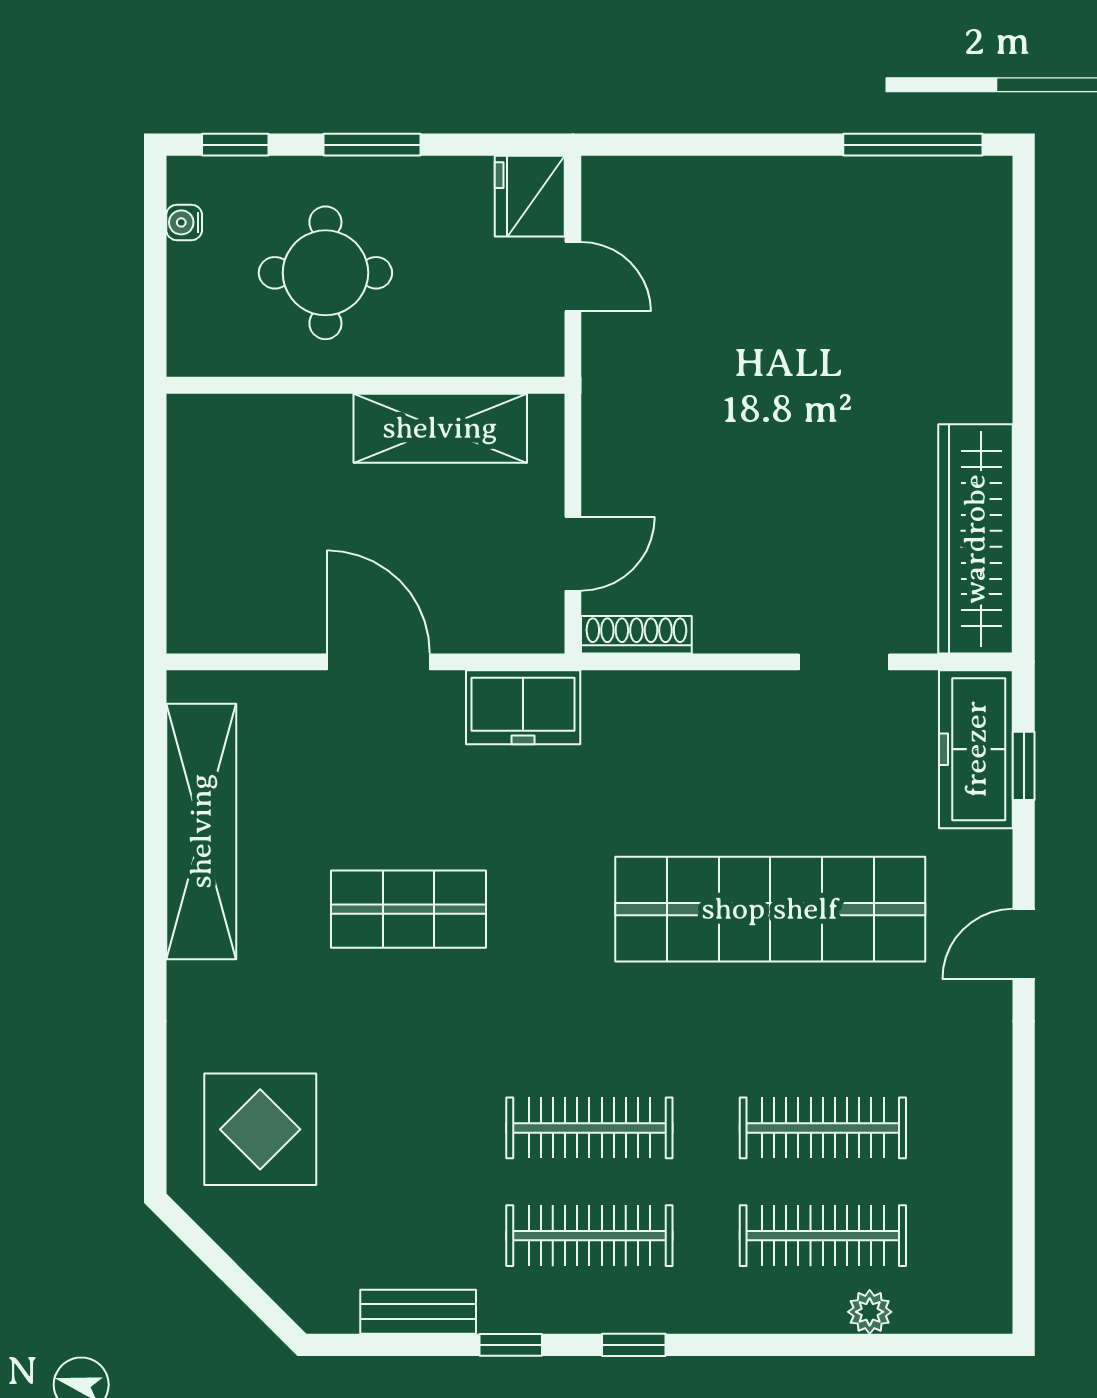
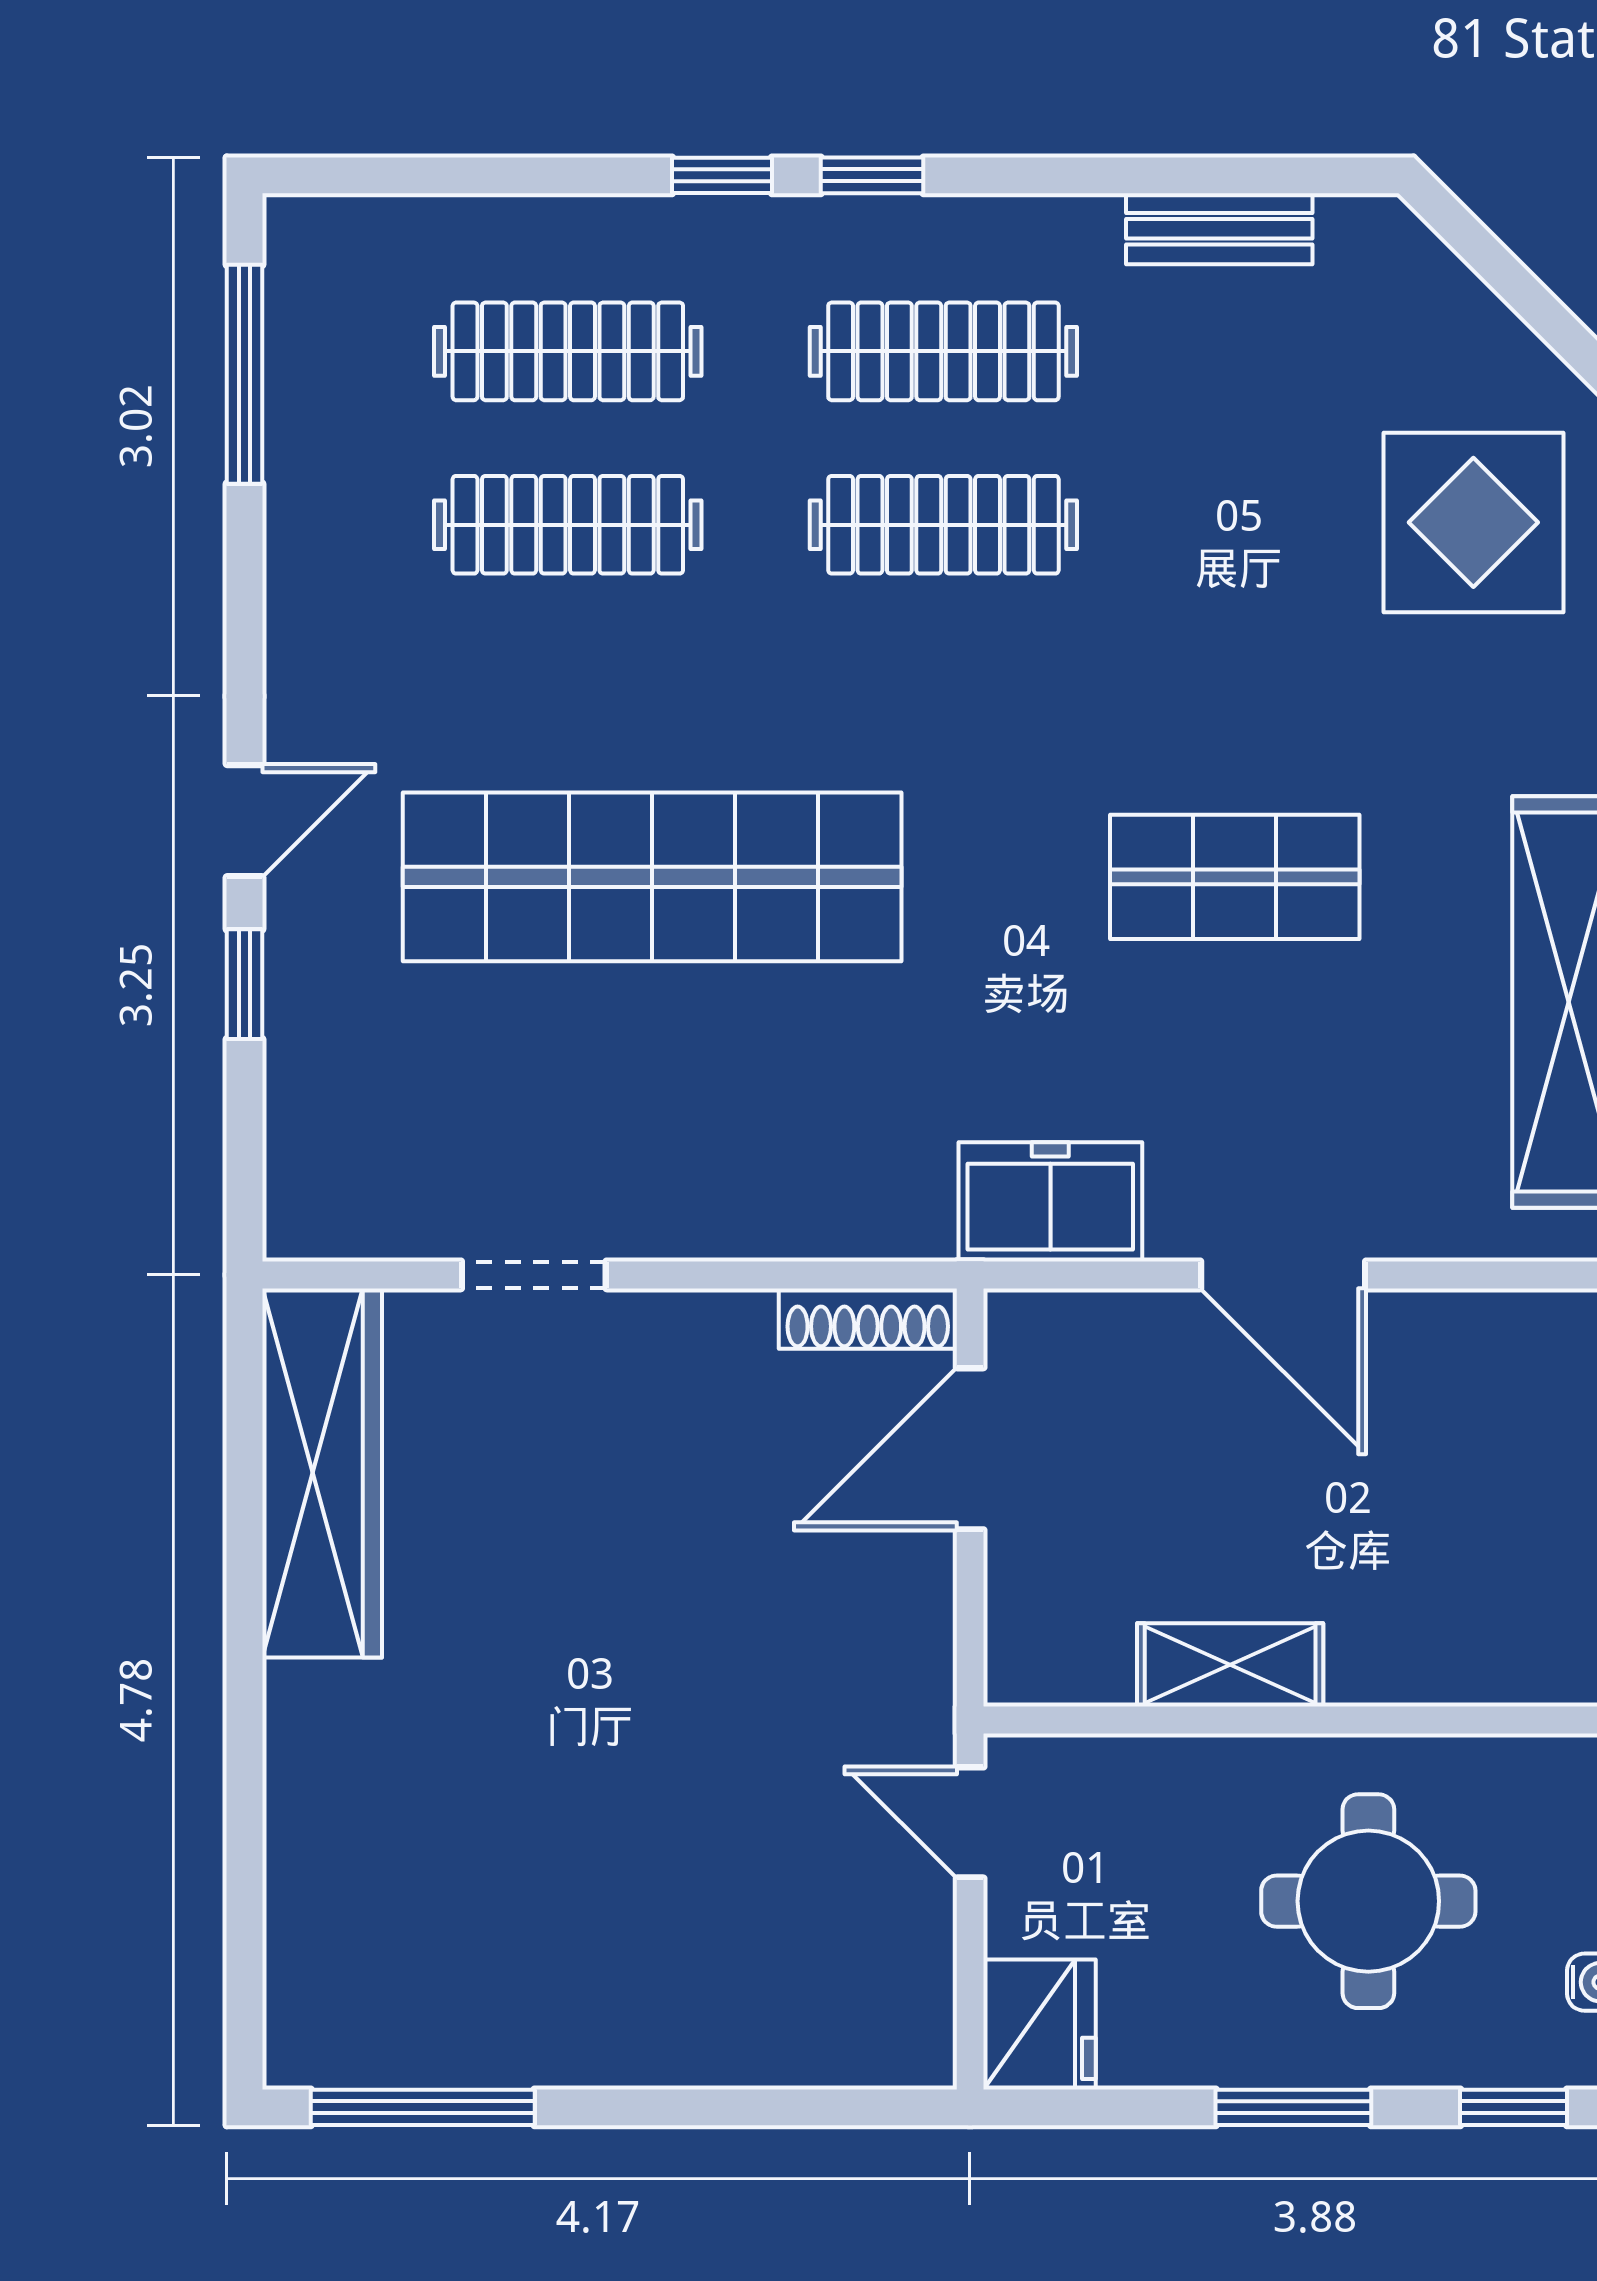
door: (573, 277) -> (970, 1822), moved
shelving: (440, 428) -> (1230, 1665), width x0.67, depth x0.75
door: (573, 554) -> (970, 1449), width x1.38
freezer: (976, 749) -> (321, 1134), removed
window: (1024, 766) -> (245, 984), moved
window: (1024, 1221) -> (245, 374), added
plant: (870, 1312) -> (492, 229), removed
window: (511, 1345) -> (722, 175), moved

